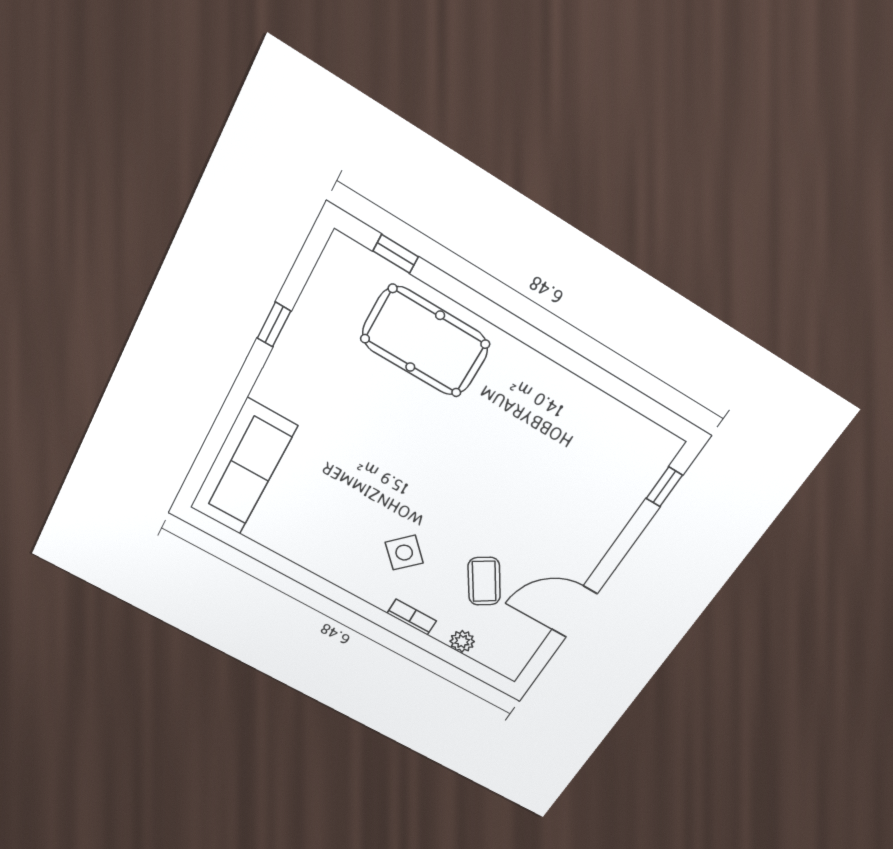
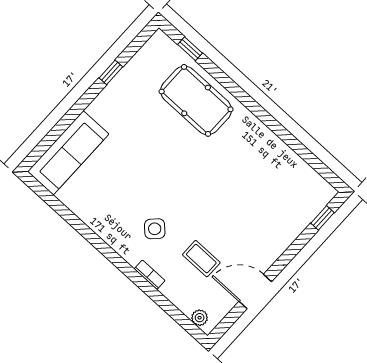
coffee table: (484, 581) -> (201, 259), turned -57
plant: (462, 641) -> (200, 318), moved

